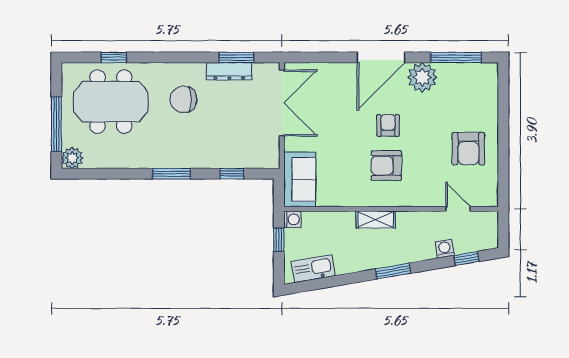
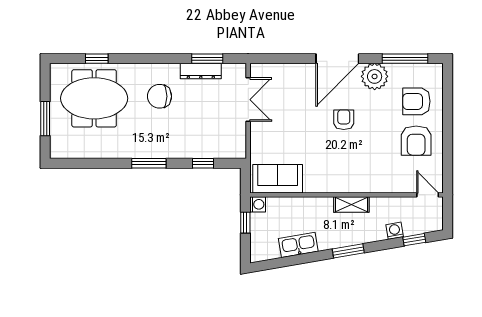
double door: (282, 103) -> (248, 100), width x0.73
window: (56, 124) -> (45, 119), width x0.69
plant: (72, 158) -> (59, 149), removed
armchair: (386, 166) -> (416, 101), moved
sofa: (300, 179) -> (278, 179), moved, turned -90
door: (458, 209) -> (428, 195), moved
shelving: (376, 220) -> (351, 205), moved
kitchen sink: (313, 269) -> (298, 245), moved

